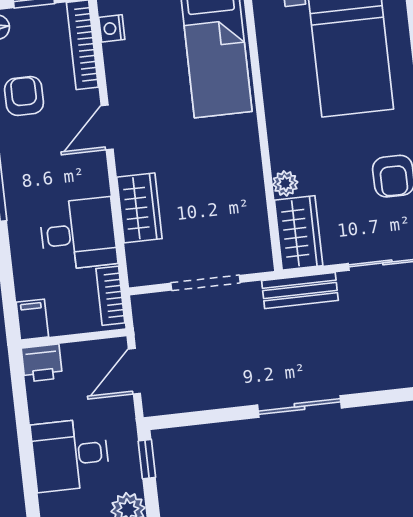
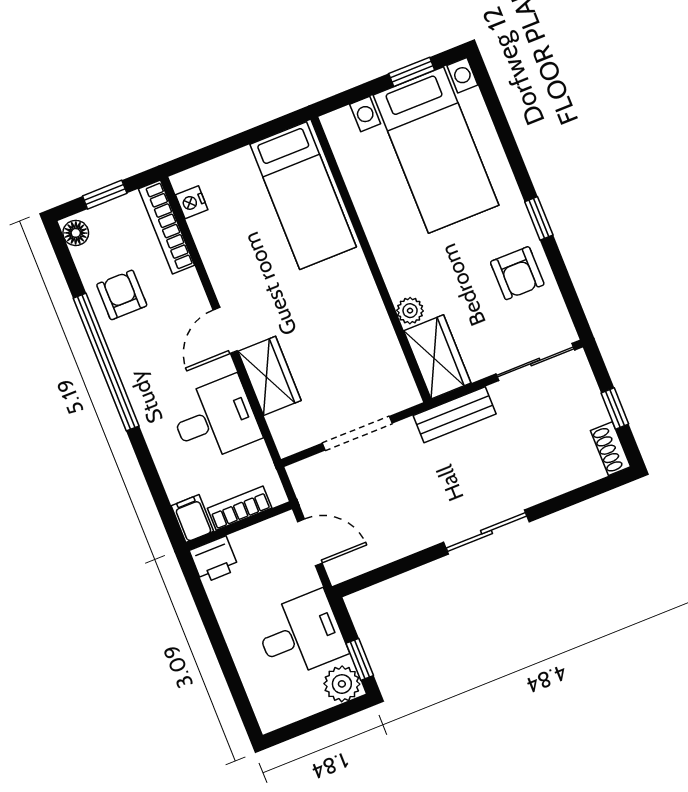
door: (107, 127) -> (225, 330), moved
bookcase: (110, 296) -> (240, 508), moved, turned 90
door: (134, 371) -> (310, 542), swing flipped
desk: (70, 455) -> (301, 635), moved, turned 180
window: (147, 459) -> (360, 659), moved

